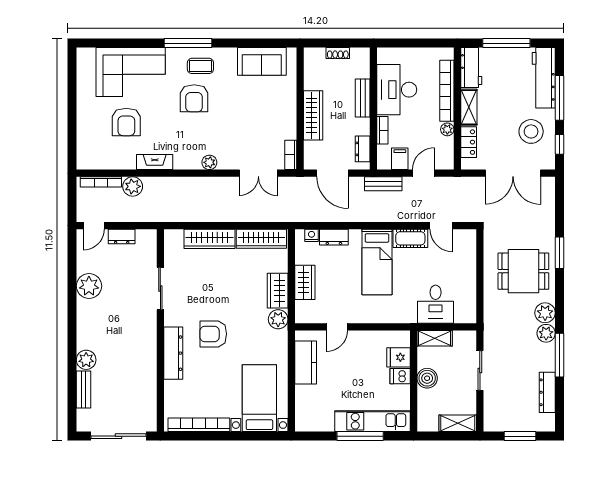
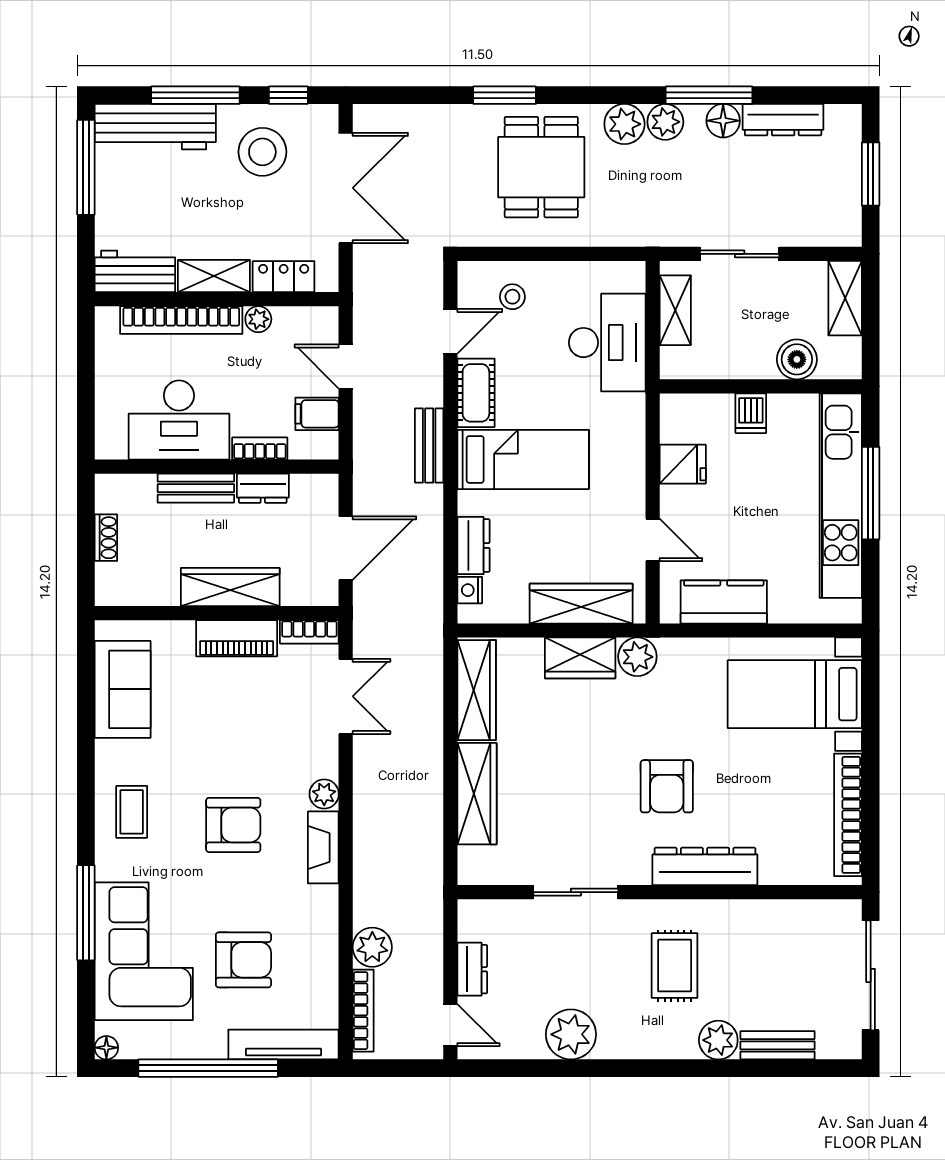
window: (188, 43) -> (86, 913), moved
window: (506, 43) -> (86, 167), moved
floor lamp: (82, 53) -> (106, 1048), added
armchair: (194, 98) -> (233, 825), moved
window: (72, 104) -> (208, 1068), added
piano: (287, 119) -> (237, 638), added
tv unit: (84, 142) -> (284, 1045), added
dresser: (363, 149) -> (263, 488), moved
fireplace: (155, 162) -> (323, 847), moved
bench: (383, 184) -> (429, 446), moved
stool: (459, 257) -> (512, 297), added
wardrobe: (305, 282) -> (581, 604), width x1.50
desk: (436, 304) -> (607, 343), width x1.37
rug: (123, 338) -> (675, 966), added
shelving: (435, 338) -> (675, 310), moved
fridge: (399, 357) -> (683, 464), moved, turned -90
floor lamp: (547, 362) -> (723, 121), added
boiler: (427, 378) -> (797, 359), moved
kitchen unit: (373, 421) -> (841, 496), width x1.36

